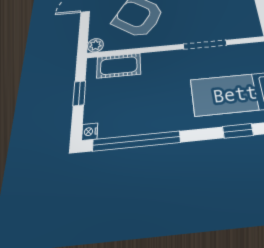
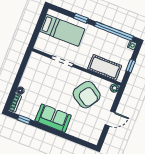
cot: (119, 66) -> (105, 67), width x1.37, depth x1.34
window: (238, 131) -> (81, 18), moved

